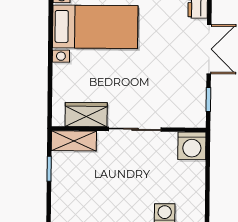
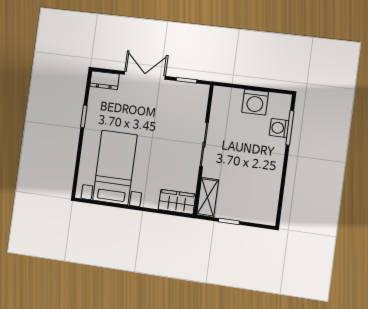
wardrobe: (86, 115) -> (177, 202), moved, turned 90
washing machine: (192, 146) -> (255, 102), moved, turned 90

